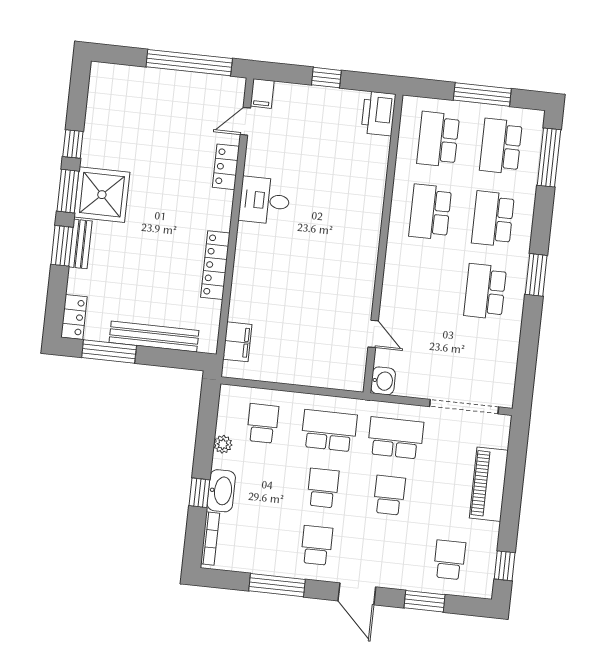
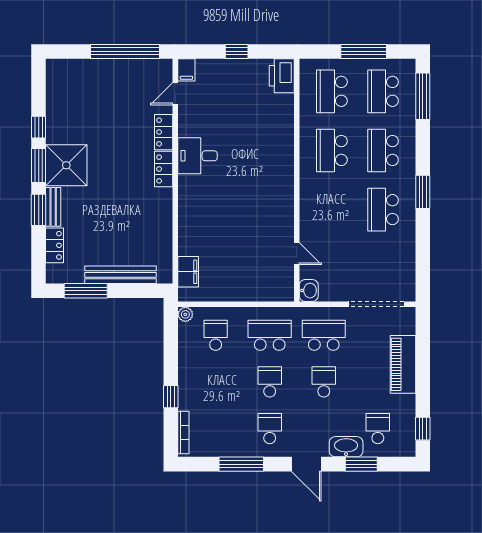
locker: (215, 265) -> (164, 169), moved, width x0.66
locker: (74, 317) -> (55, 245), moved
plant: (223, 444) -> (185, 314), moved
washbasin: (221, 491) -> (346, 447), moved, turned -90

